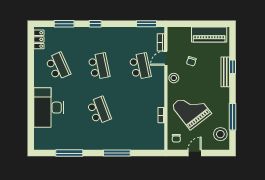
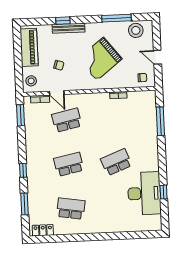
school desk: (58, 66) -> (71, 209), turned 33
stool: (174, 78) -> (31, 81), moved
desk: (49, 108) -> (144, 193), moved, turned -90
grand piano: (191, 110) -> (100, 59), moved
window: (69, 153) -> (164, 192), width x0.46
window: (117, 153) -> (160, 121), moved

